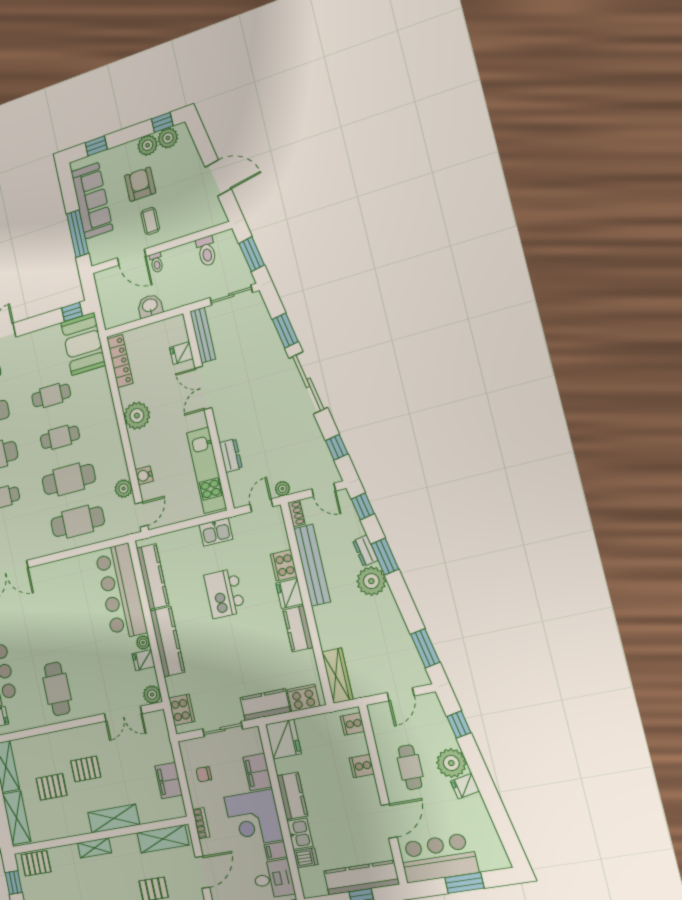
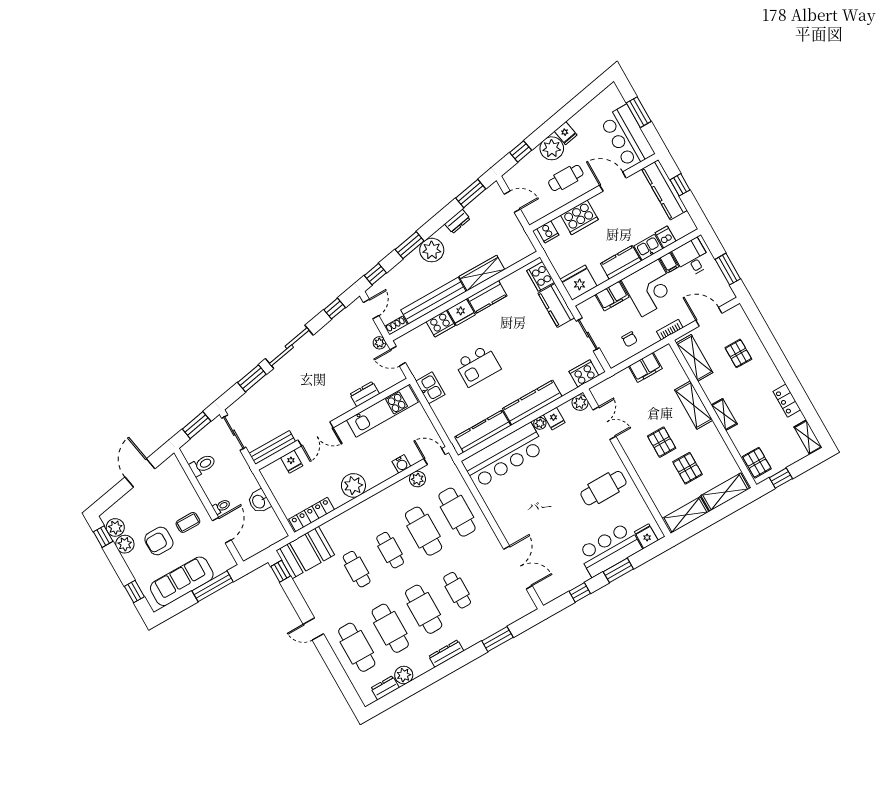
dresser: (365, 551) -> (457, 221), moved
wardrobe: (337, 676) -> (482, 273), moved
cooker: (362, 766) -> (579, 217), width x1.87, depth x1.31

